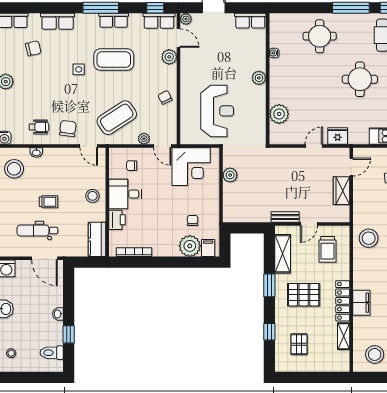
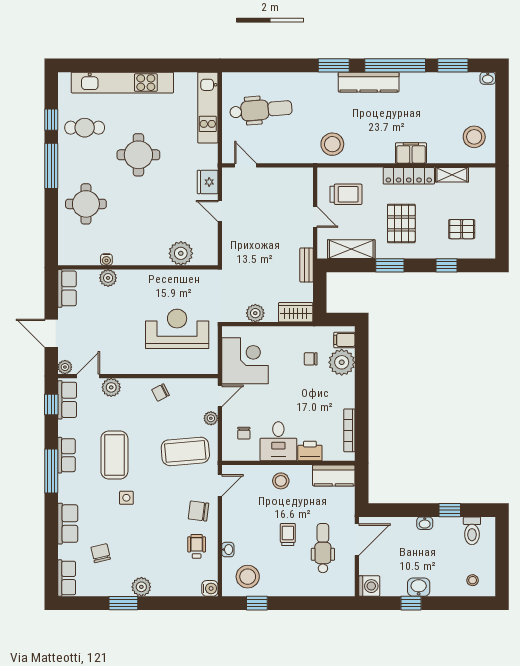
plant: (259, 78) -> (108, 278), moved
coffee table: (117, 118) -> (185, 451), turned -62
wardrobe: (341, 191) -> (296, 312), moved, turned 180
bench: (285, 217) -> (307, 265), moved
dental chair: (37, 230) -> (323, 548), turned 180

